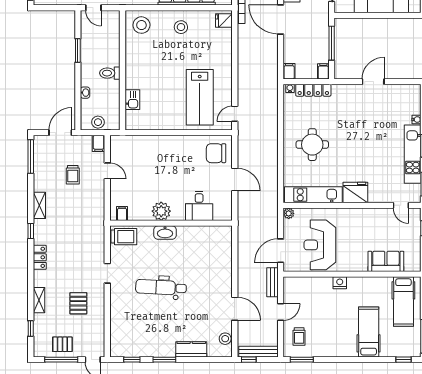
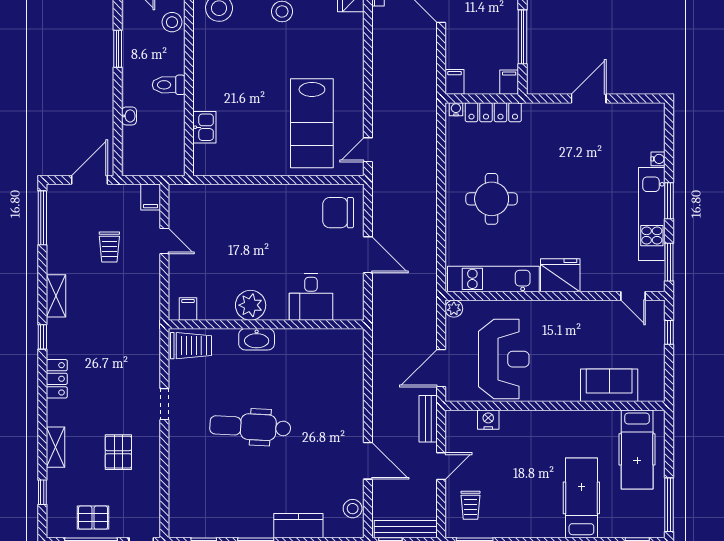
stool: (98, 122) -> (172, 22), moved
reception desk: (320, 245) -> (504, 359), turned 180
nightstand: (340, 283) -> (488, 420), moved

